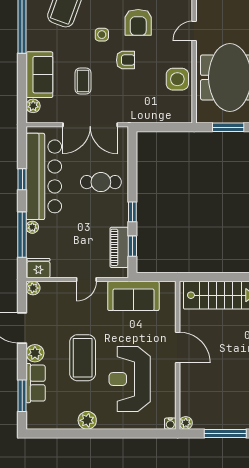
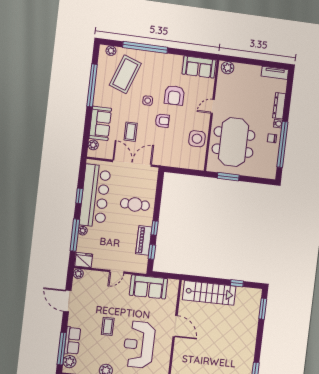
double door: (90, 125) -> (132, 163), swing flipped
piano: (119, 247) -> (144, 240), moved
plant: (35, 353) -> (70, 362), moved
coffee table: (83, 358) -> (108, 326), width x0.54, depth x0.58
window: (22, 396) -> (62, 349), width x1.44

